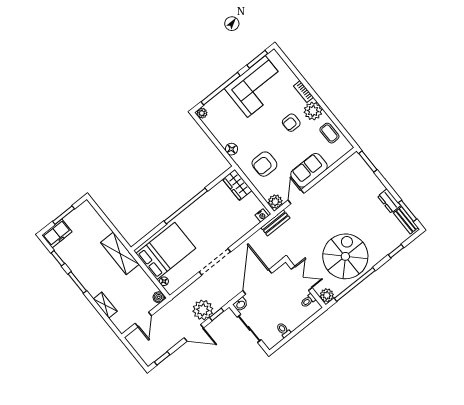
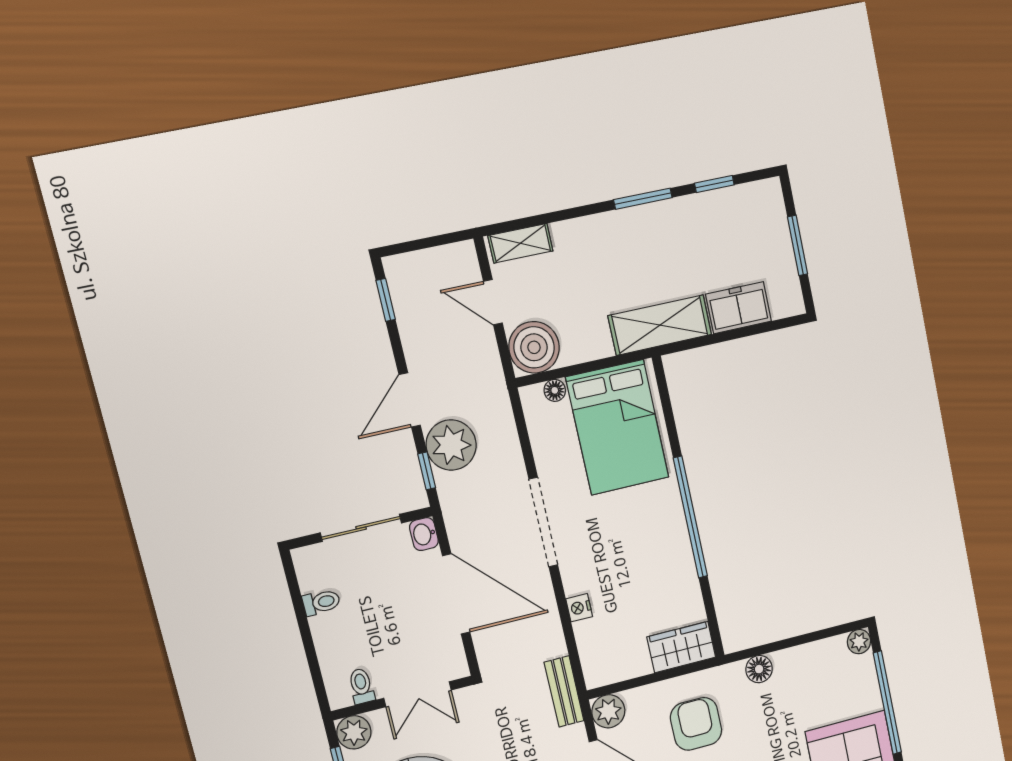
nightstand: (262, 215) -> (579, 608), moved
freezer: (57, 234) -> (739, 308), moved, turned 90
boiler: (159, 297) -> (534, 347), width x1.86, depth x1.86
shelving: (105, 305) -> (520, 243), moved

